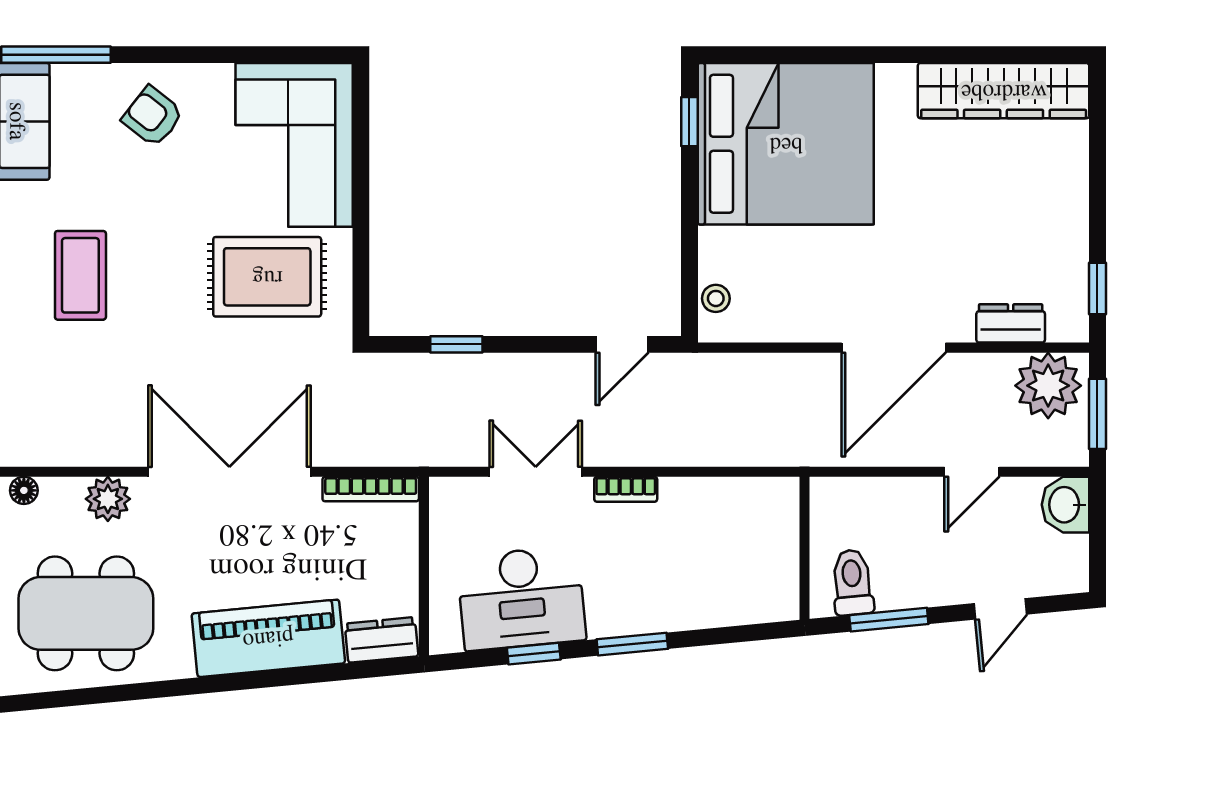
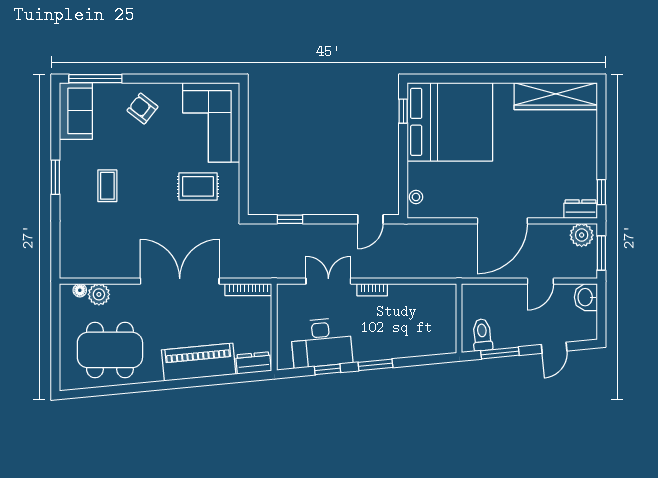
coffee table: (80, 275) -> (107, 186), width x0.73, depth x0.77
rug: (267, 277) -> (198, 186), width x0.73, depth x0.70
dresser: (1011, 323) -> (581, 209), moved
plant: (1048, 386) -> (582, 235), width x0.73, depth x0.73
plant: (108, 499) -> (99, 294), moved

